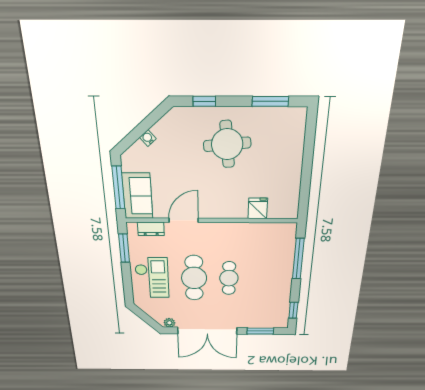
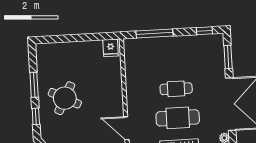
window: (270, 101) -> (34, 85), moved
round table: (227, 144) -> (65, 98), turned 32
fridge: (258, 208) -> (111, 48), moved, turned -90

